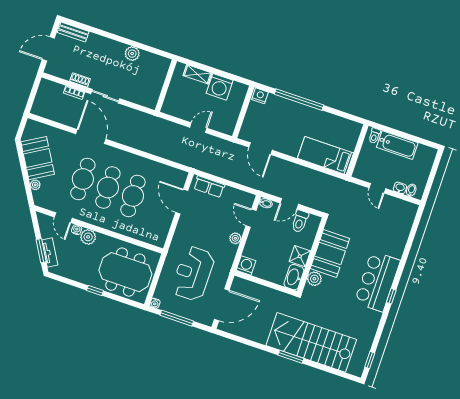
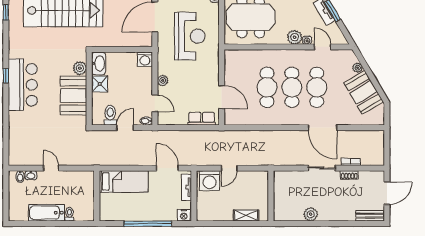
washing machine: (220, 87) -> (210, 181), moved, turned 180
tv unit: (248, 123) -> (186, 187), added
wall: (357, 150) -> (97, 196), moved
bed: (325, 156) -> (124, 182), moved

